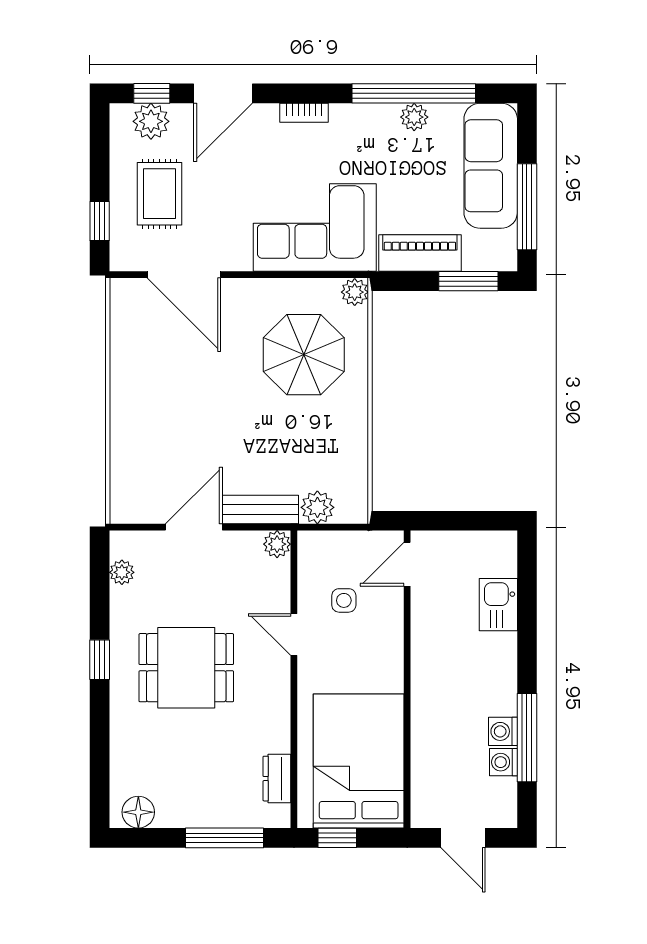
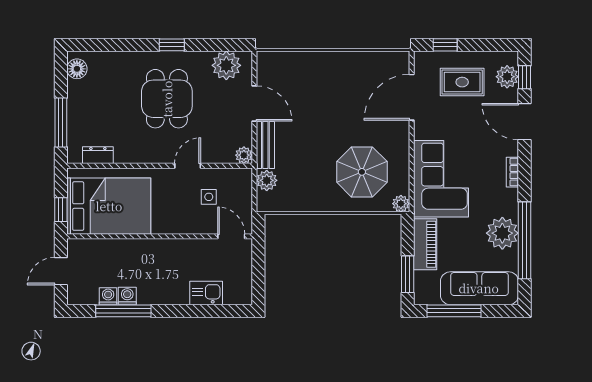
plant: (414, 117) -> (502, 233), width x1.88, depth x1.88
plant: (122, 572) -> (226, 65), width x1.88, depth x1.88
window: (337, 838) -> (61, 210), moved

